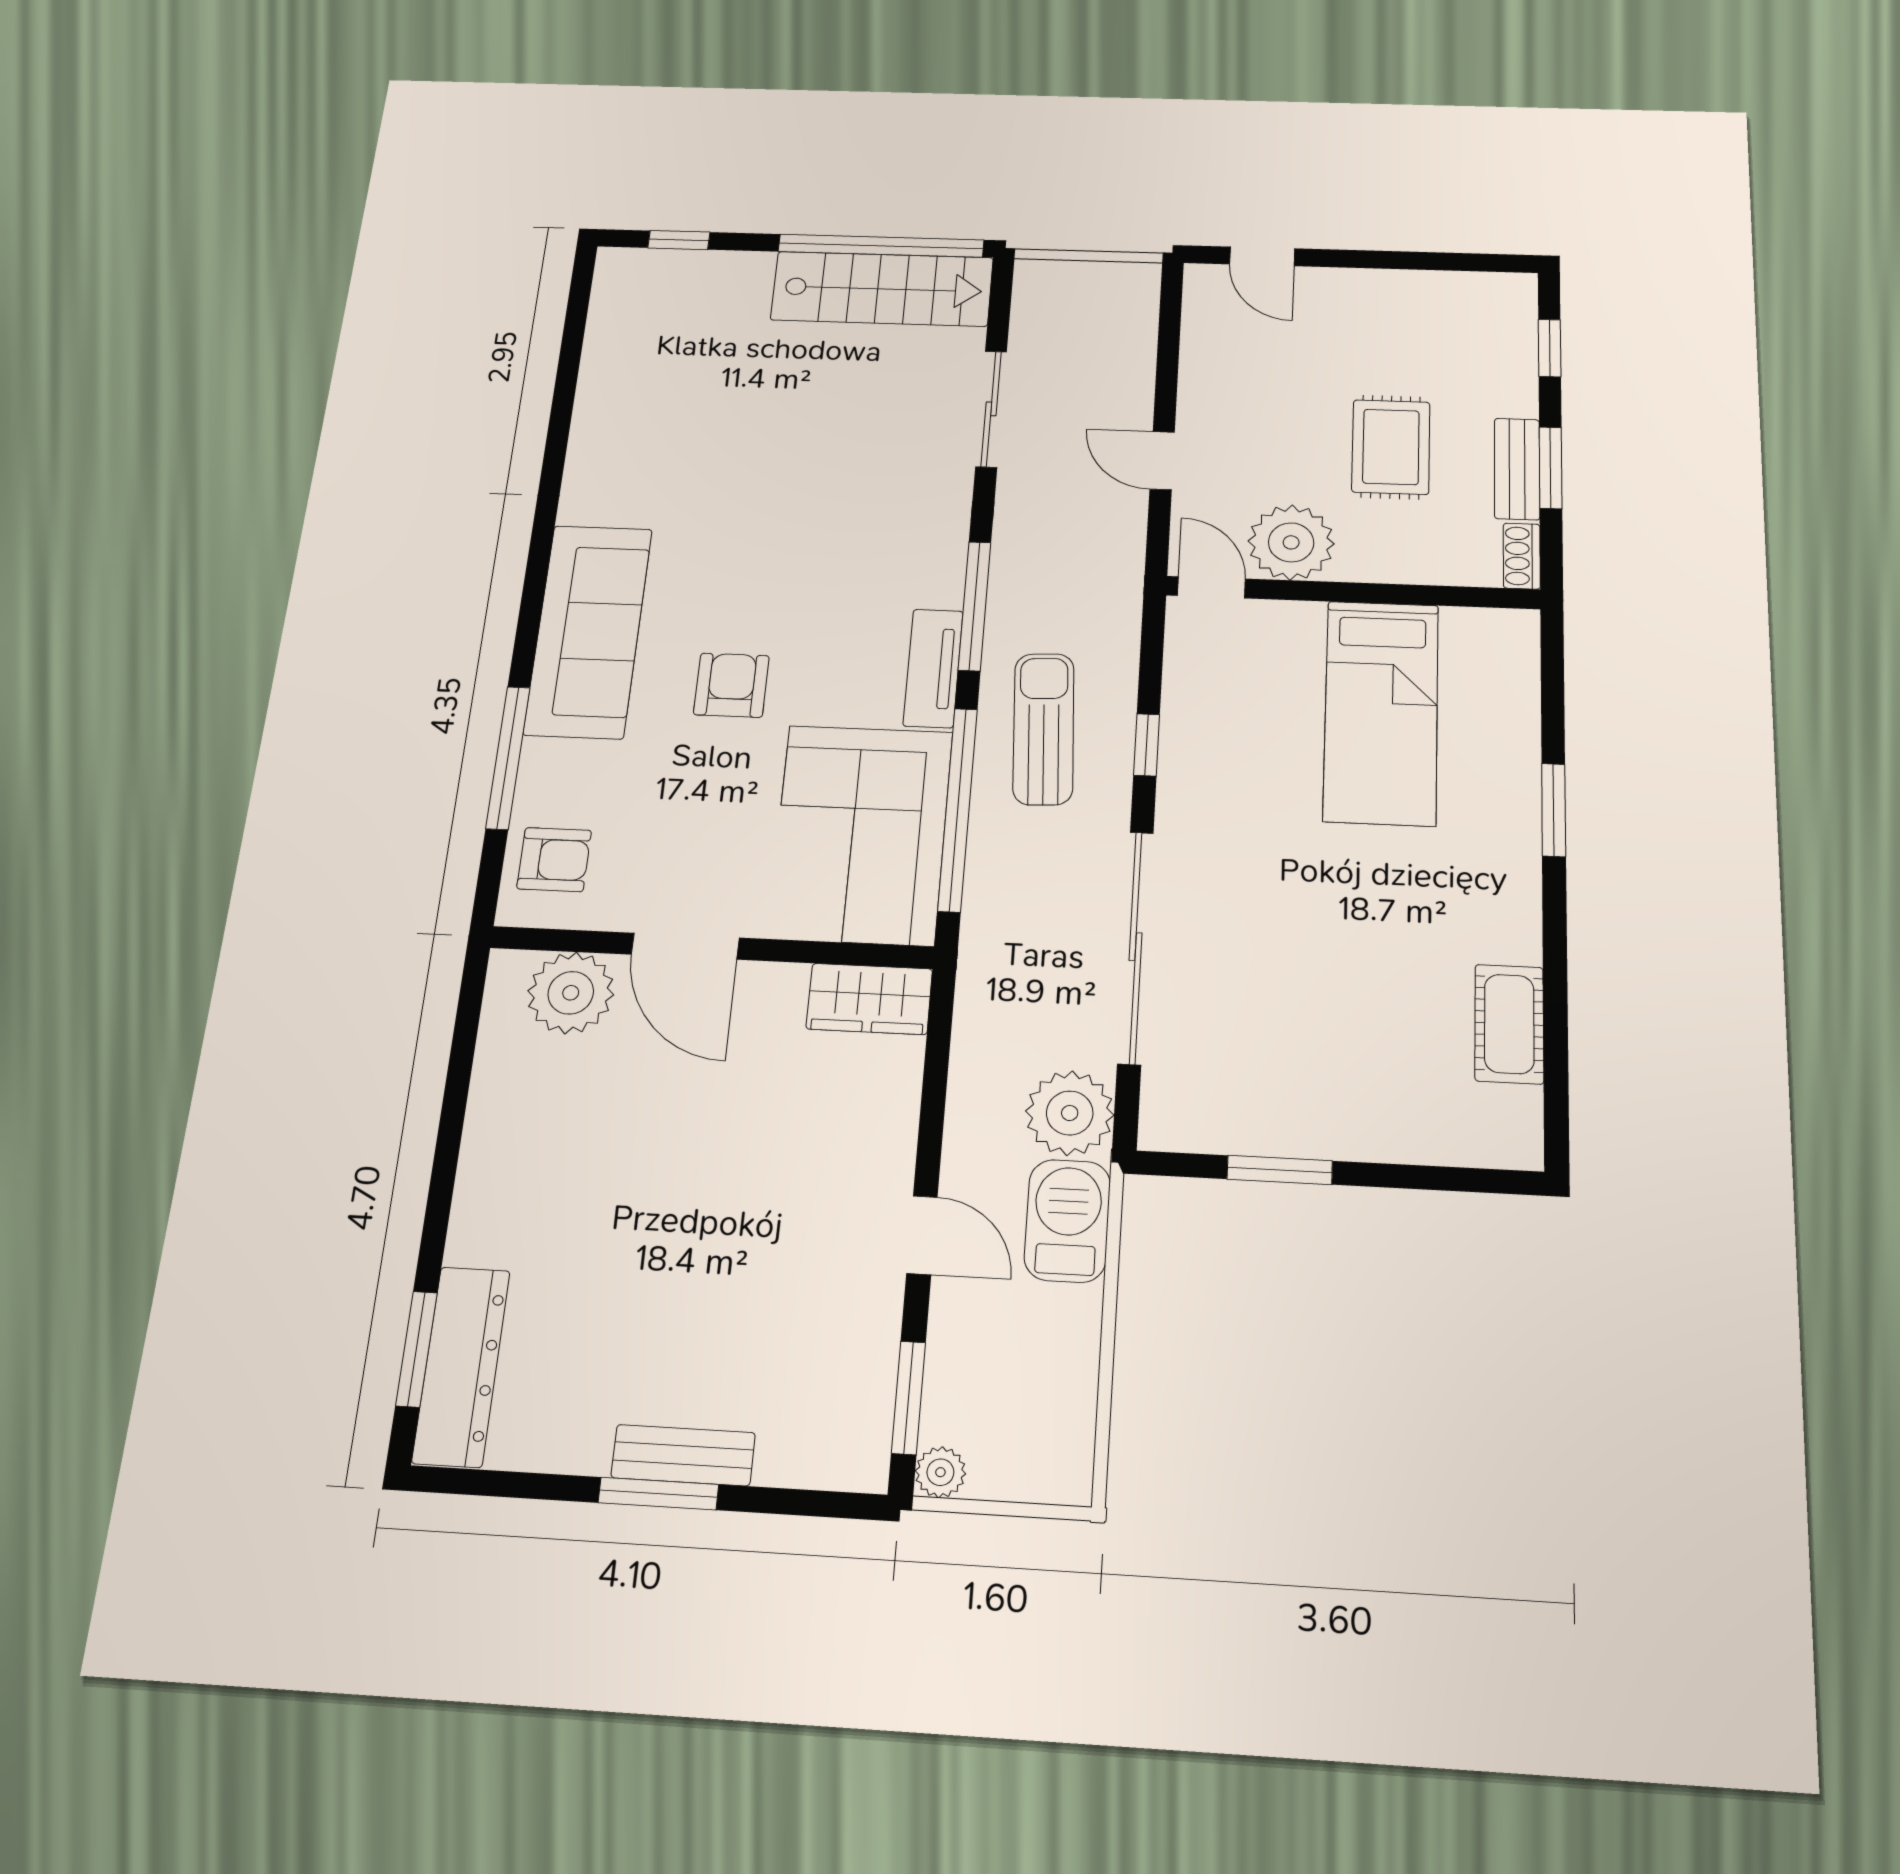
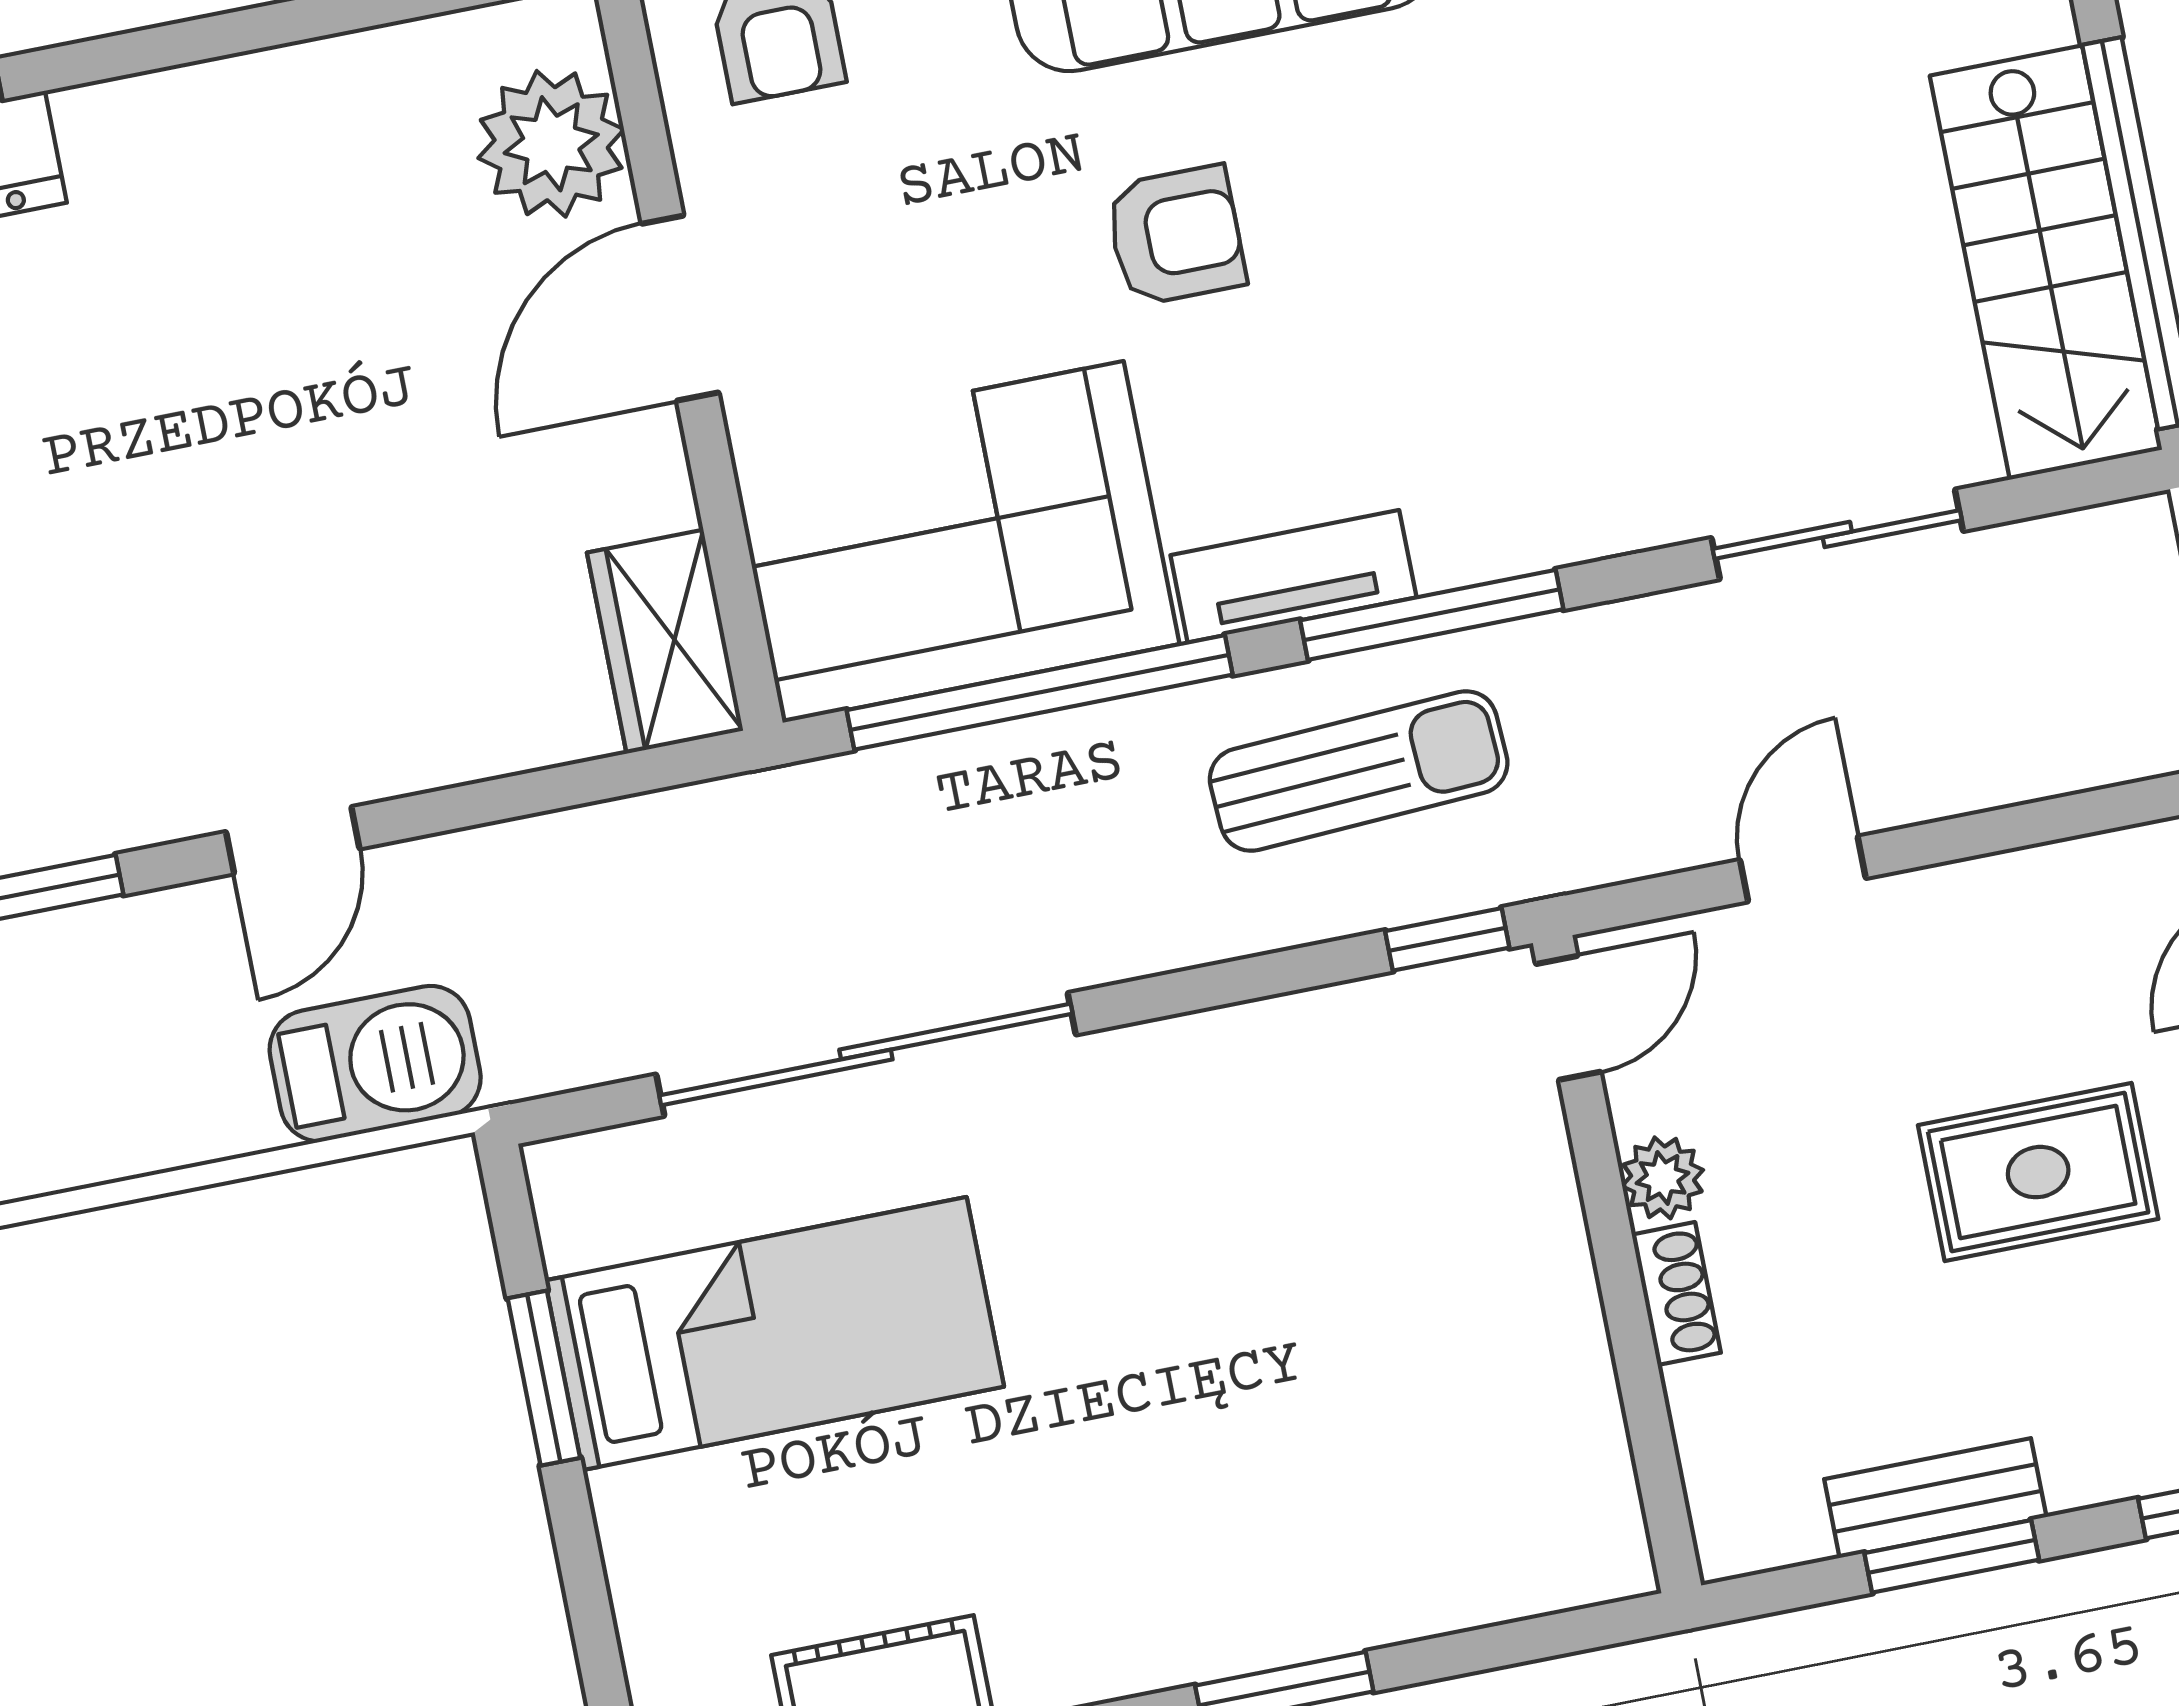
rug: (1391, 447) -> (2038, 1172), moved
plant: (1291, 542) -> (1663, 1178), width x0.53, depth x0.53
shoe rack: (1522, 556) -> (1676, 1294), moved, turned 90
bed: (1381, 712) -> (775, 1334), moved, turned 180
sun lounger: (1044, 729) -> (1359, 771), moved
window: (1147, 745) -> (1447, 939), moved
plant: (1070, 1113) -> (553, 1021), removed

